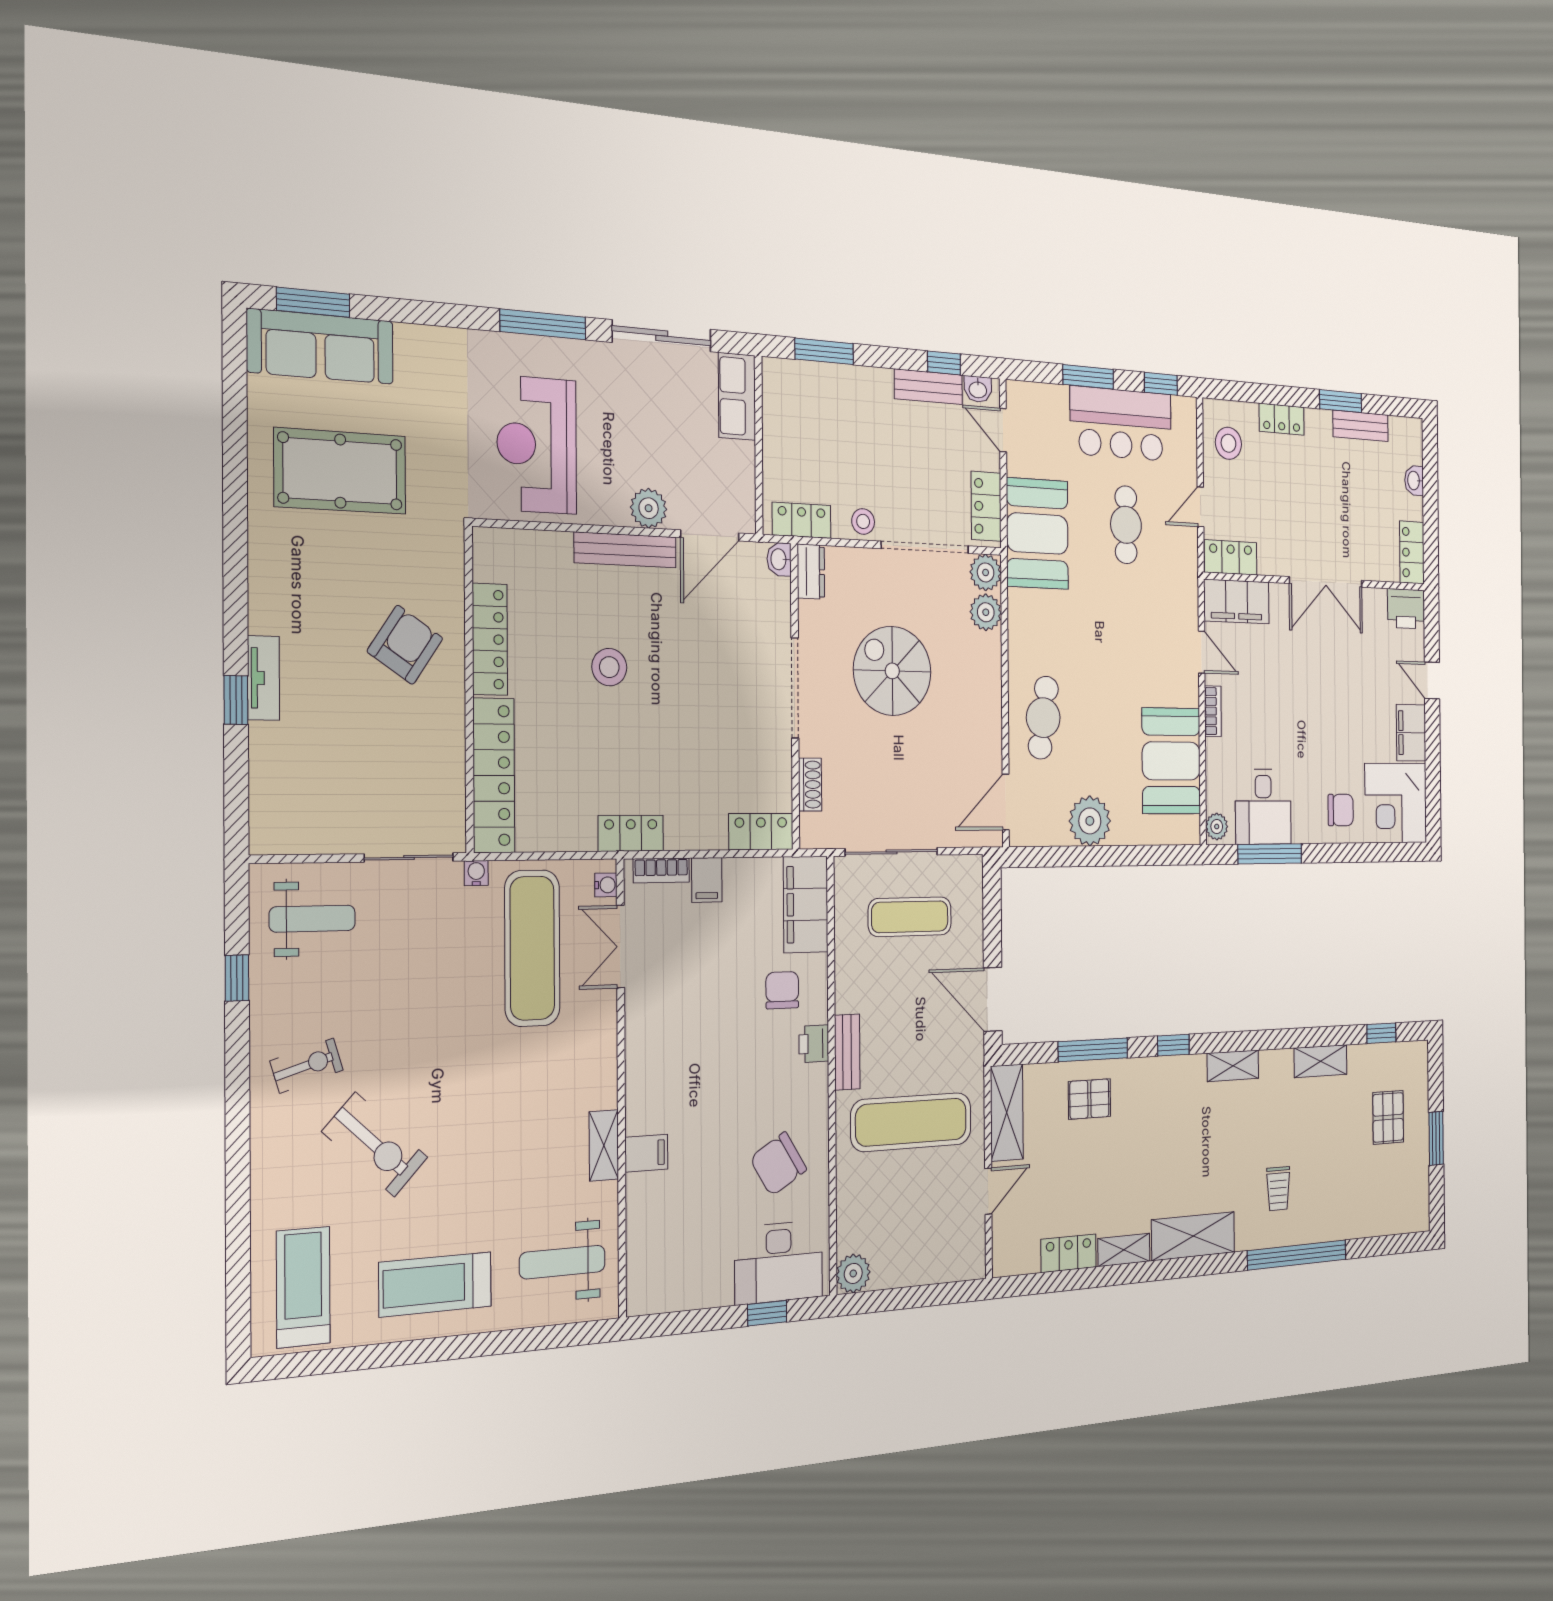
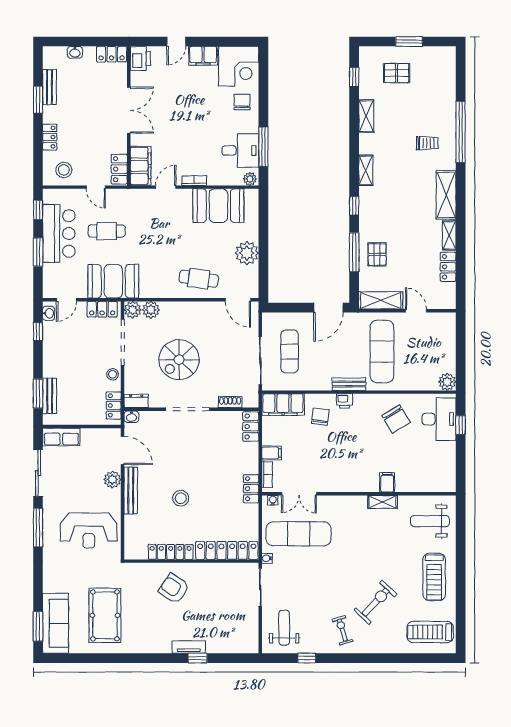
bench: (928, 387) -> (50, 396), moved
chair: (782, 990) -> (320, 417), turned 97
weight bench: (562, 1262) -> (430, 521), turned 90

